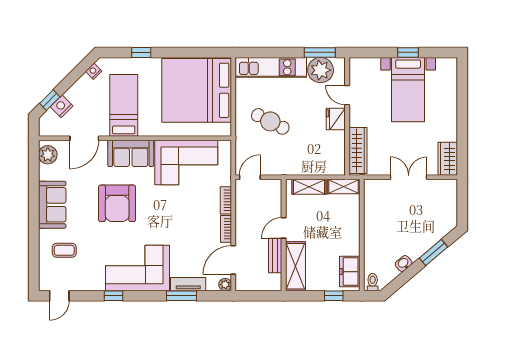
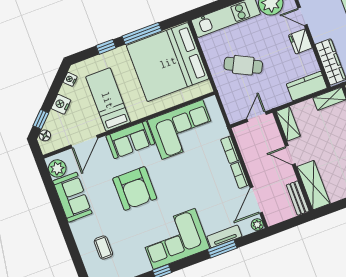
window: (182, 52) -> (142, 33), added
nightstand: (62, 106) -> (61, 104), moved
floor lamp: (48, 117) -> (45, 135), added
kitchen counter: (326, 166) -> (307, 86), added
door: (250, 177) -> (257, 117), moved
shelving: (309, 187) -> (288, 124), moved, turned 90
sofa: (52, 205) -> (72, 197), moved
door: (284, 228) -> (290, 155), hinge flipped
coffee table: (64, 250) -> (103, 248), turned 90
bench: (275, 256) -> (298, 198), moved

